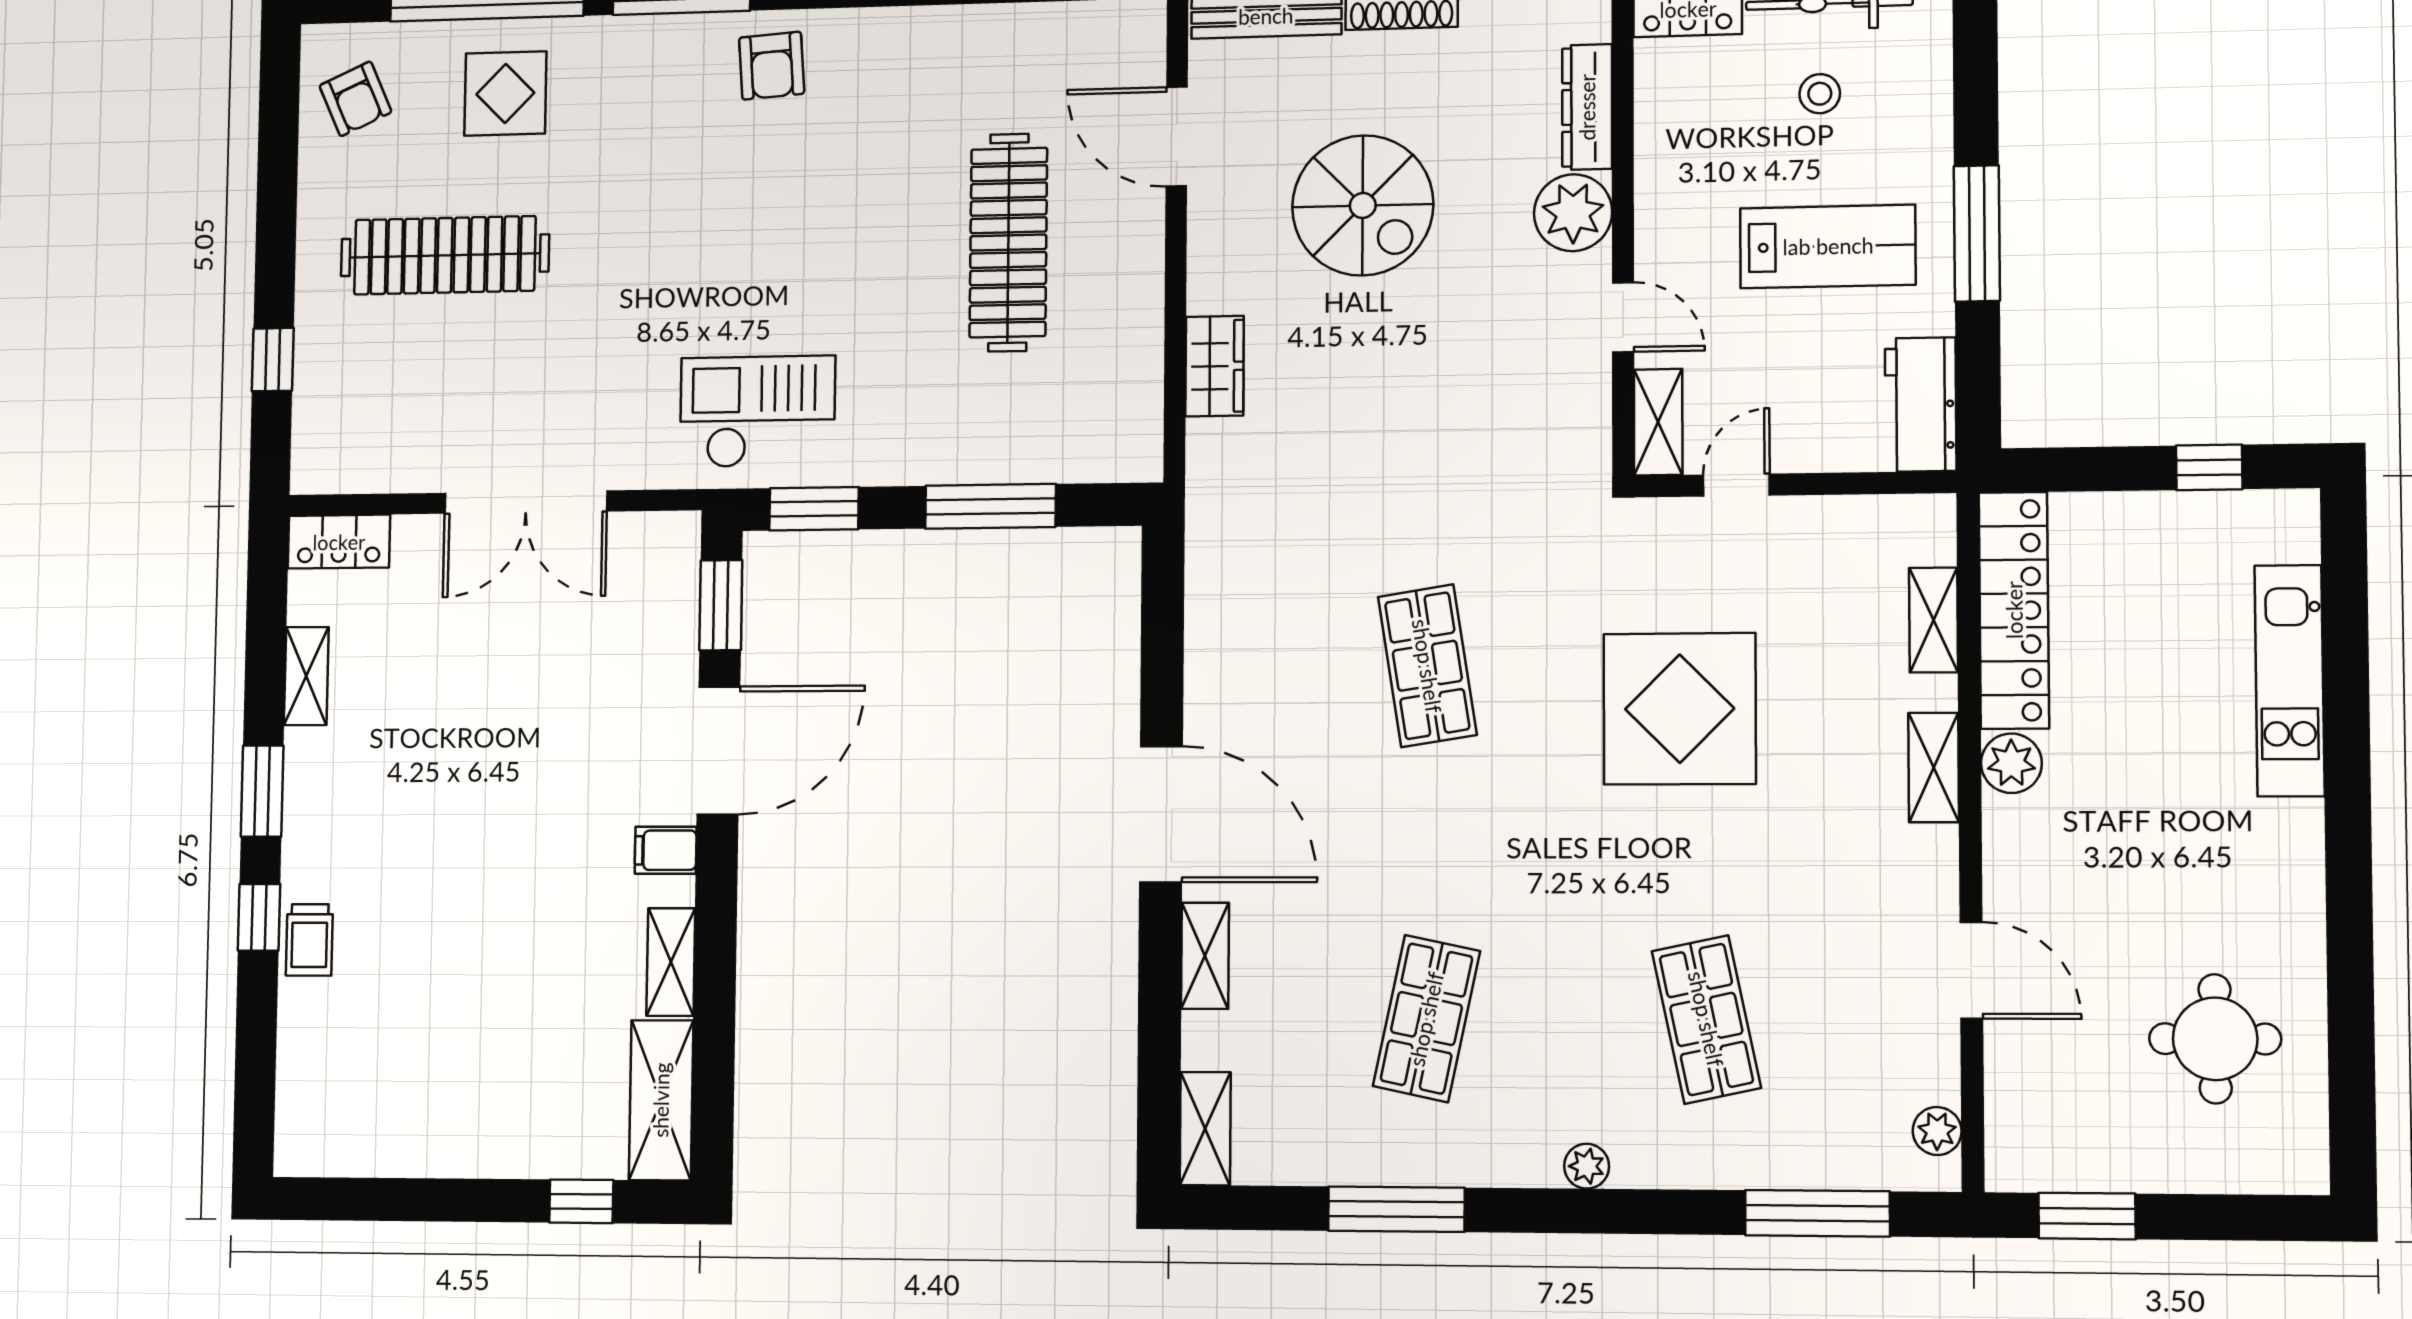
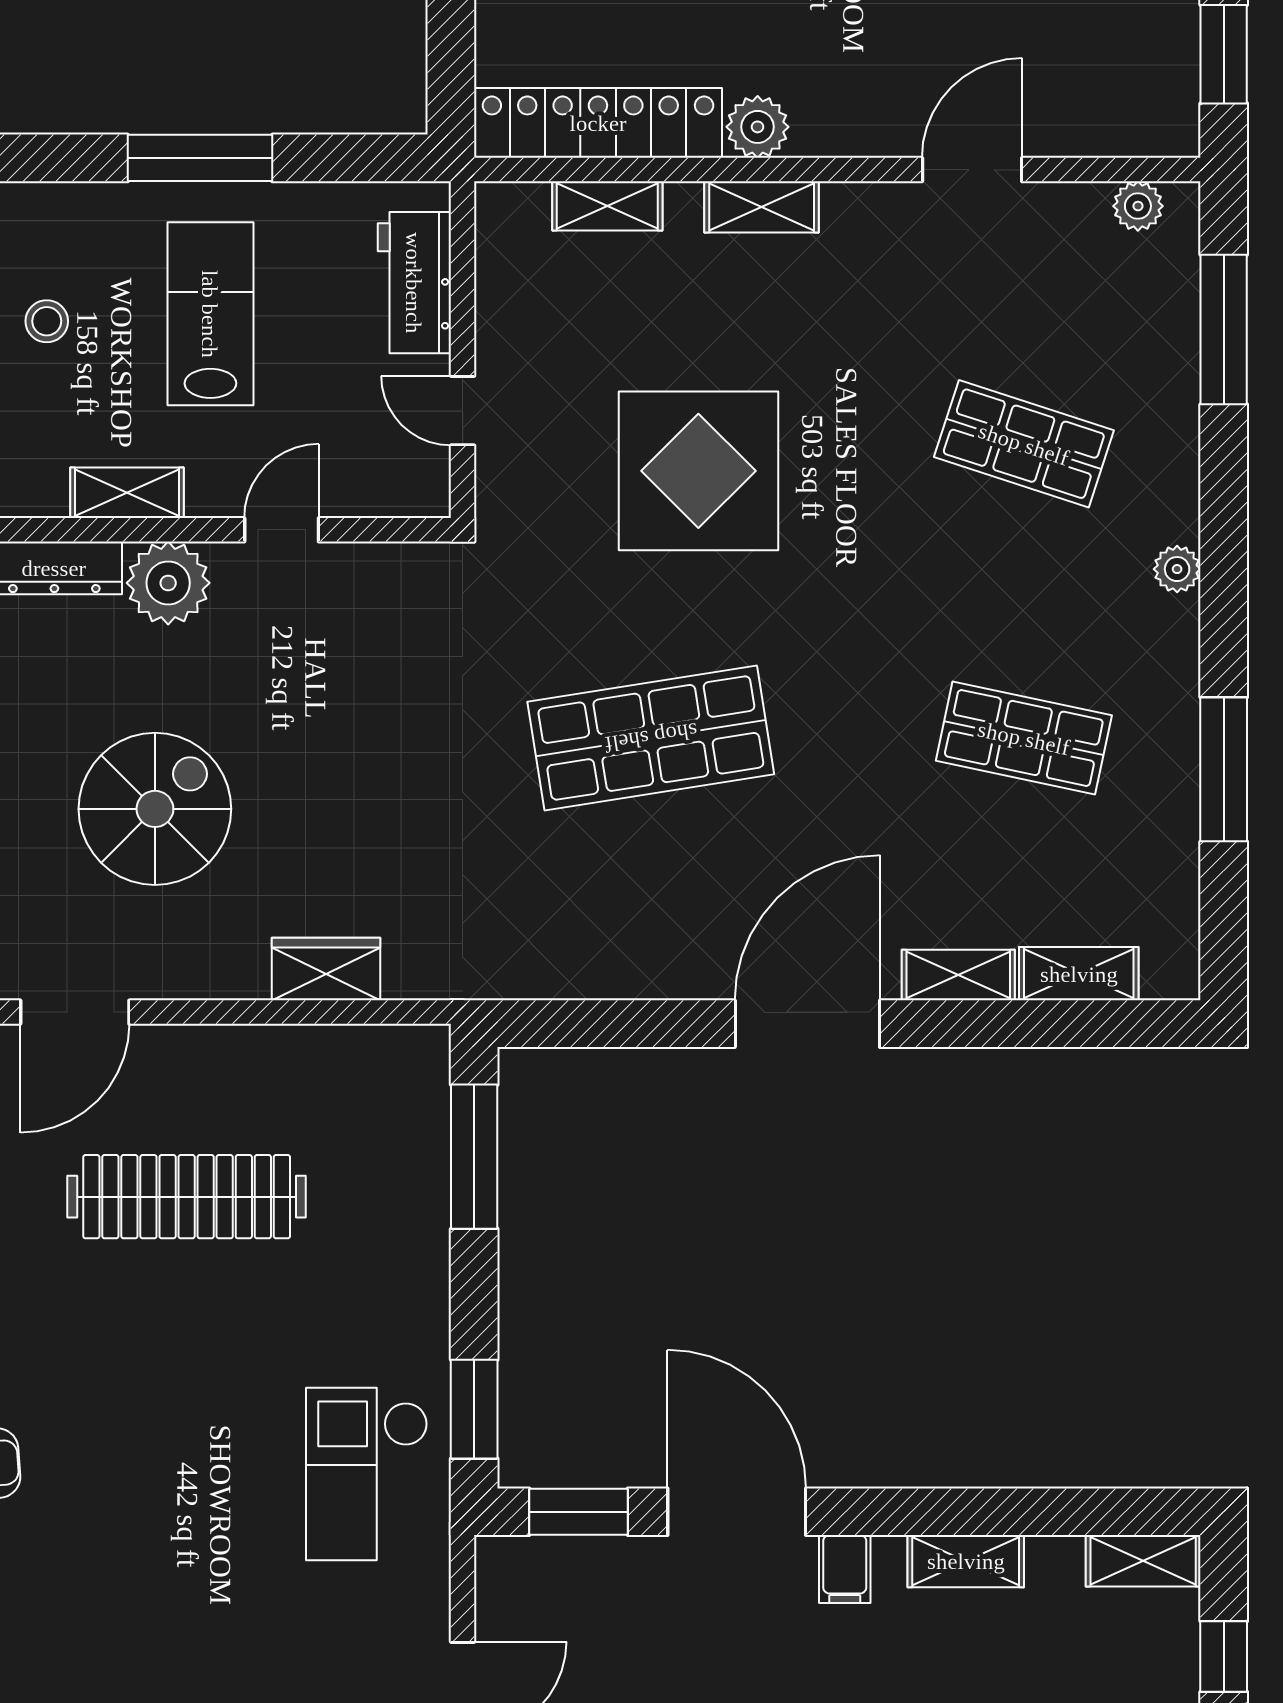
workbench: (1921, 404) -> (414, 283), moved, turned 90
shelving: (1658, 422) -> (127, 493), moved
window: (991, 506) -> (474, 1157), moved
shop shelf: (1427, 666) -> (651, 738), width x1.43, depth x1.36
shop shelf: (1706, 1019) -> (1024, 444), turned 30
shelving: (661, 1100) -> (1143, 1561), width x0.67, depth x0.75
shelving: (1205, 1129) -> (1079, 974), moved

